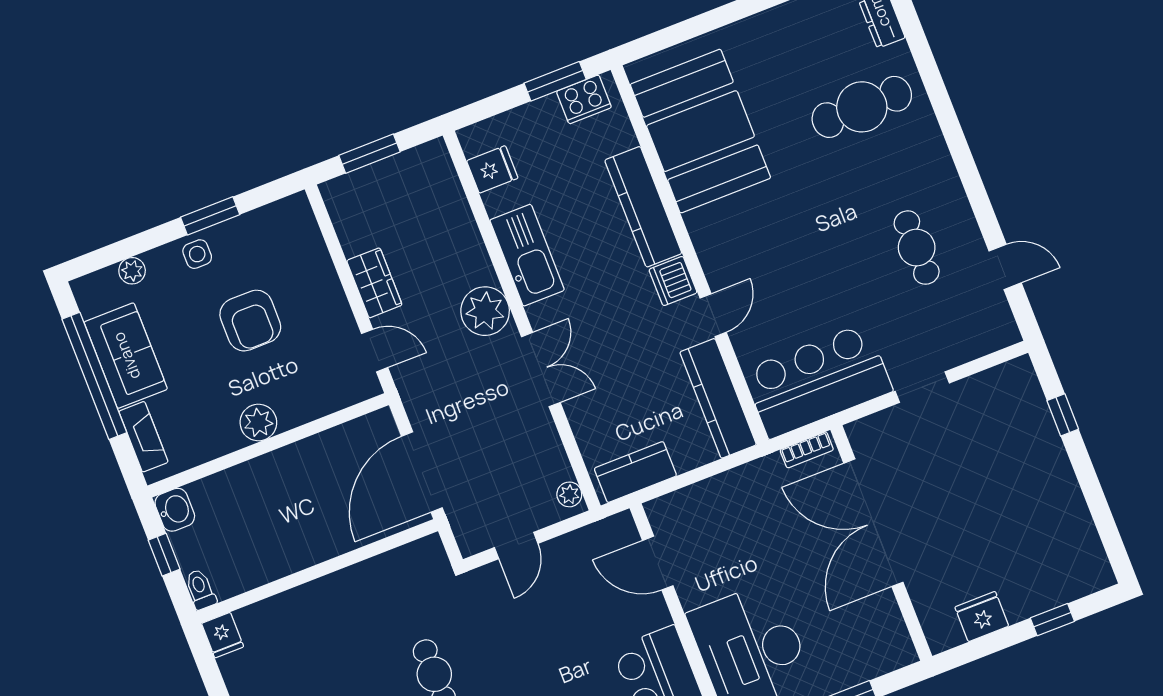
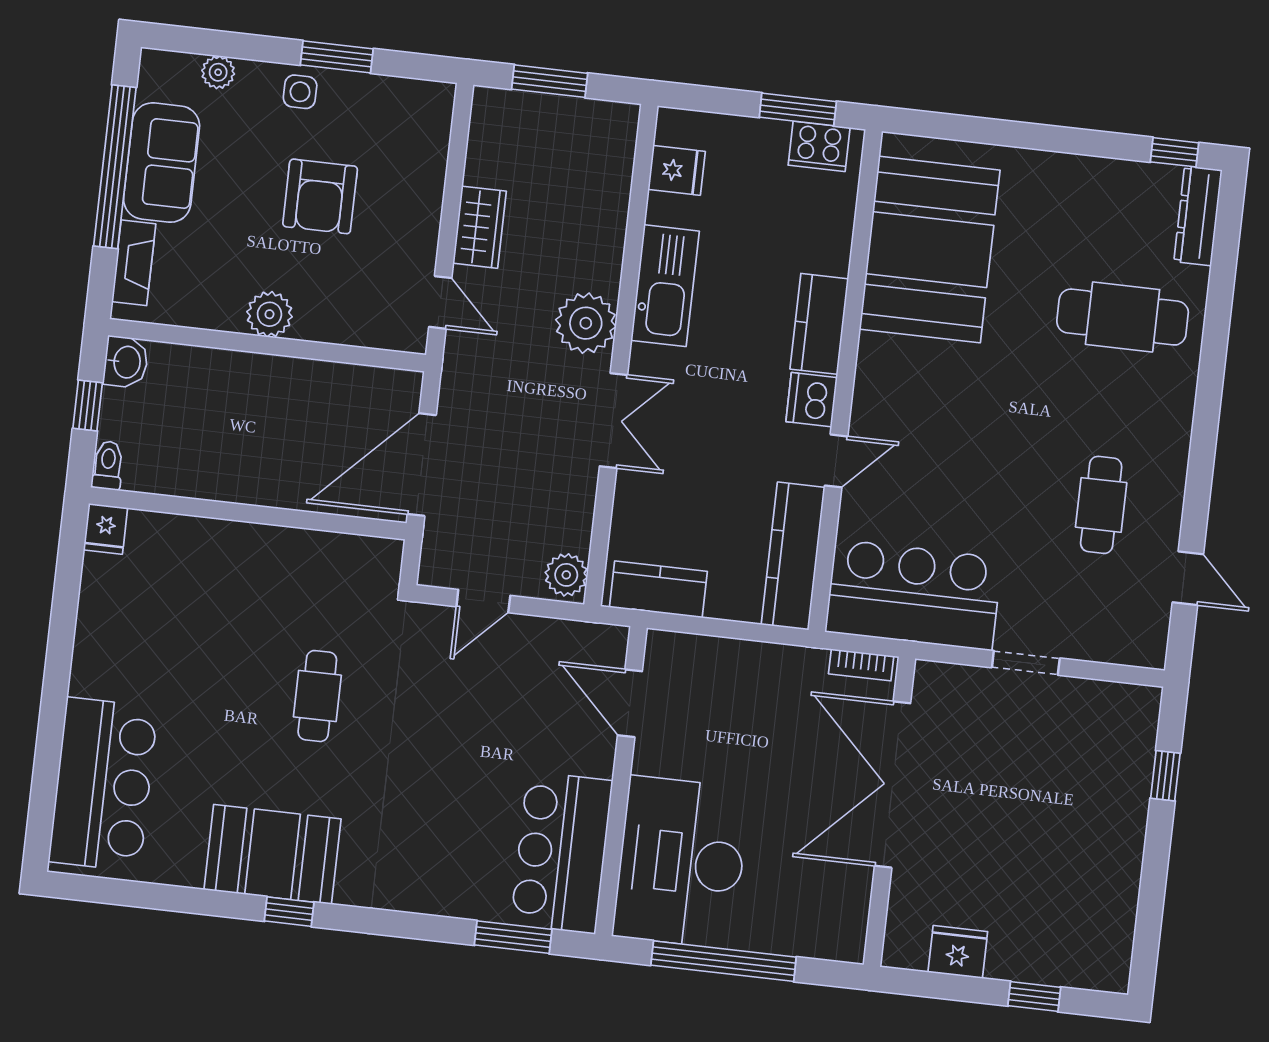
kitchen counter: (643, 207) -> (819, 324), width x0.67
plant: (569, 494) -> (566, 575), width x1.38, depth x1.38

